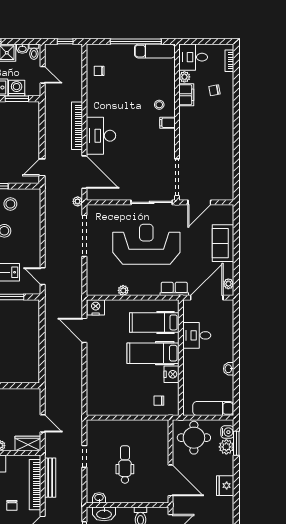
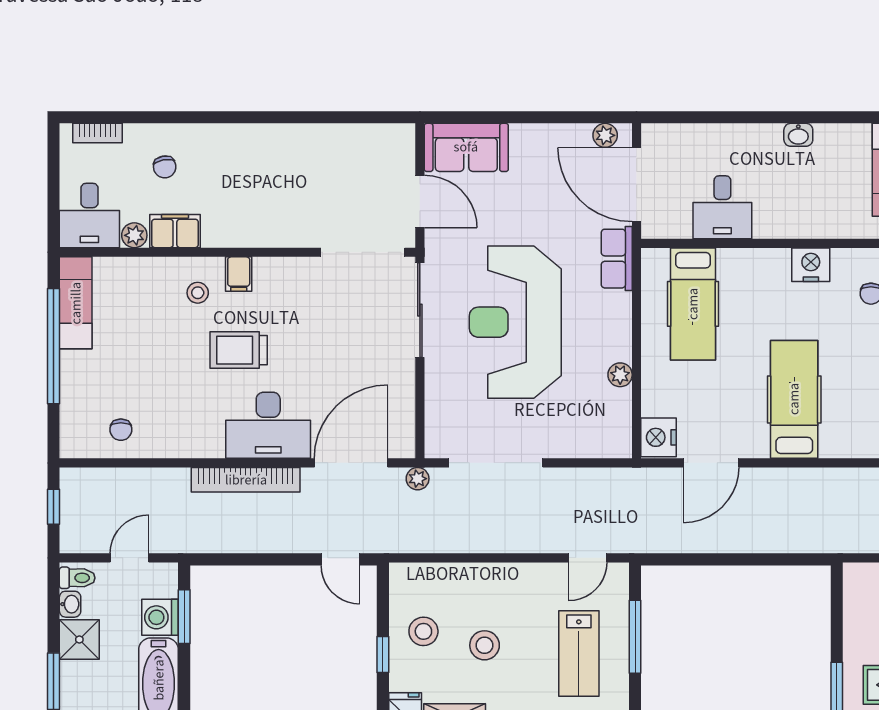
trolley: (134, 123) -> (239, 350), added
sofa: (223, 243) -> (466, 147), moved
hospital bed: (153, 353) -> (794, 399), moved, turned 180

